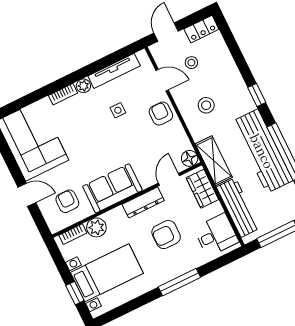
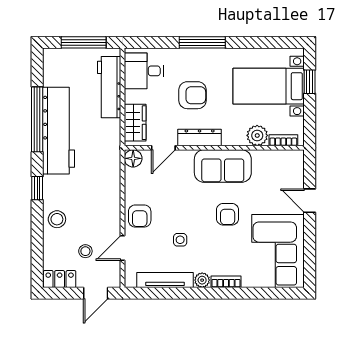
door: (162, 80) -> (122, 248), hinge flipped
stool: (206, 105) -> (57, 219), moved
shelving: (214, 161) -> (111, 145), removed
armchair: (67, 201) -> (228, 214), moved

